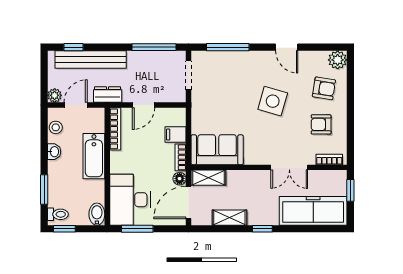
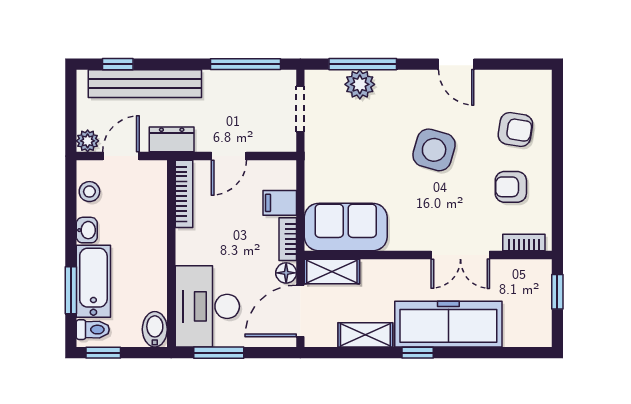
plant: (338, 60) -> (360, 84), moved
bathtub: (94, 156) -> (93, 281), moved, turned 180
freezer: (313, 211) -> (448, 324), moved

